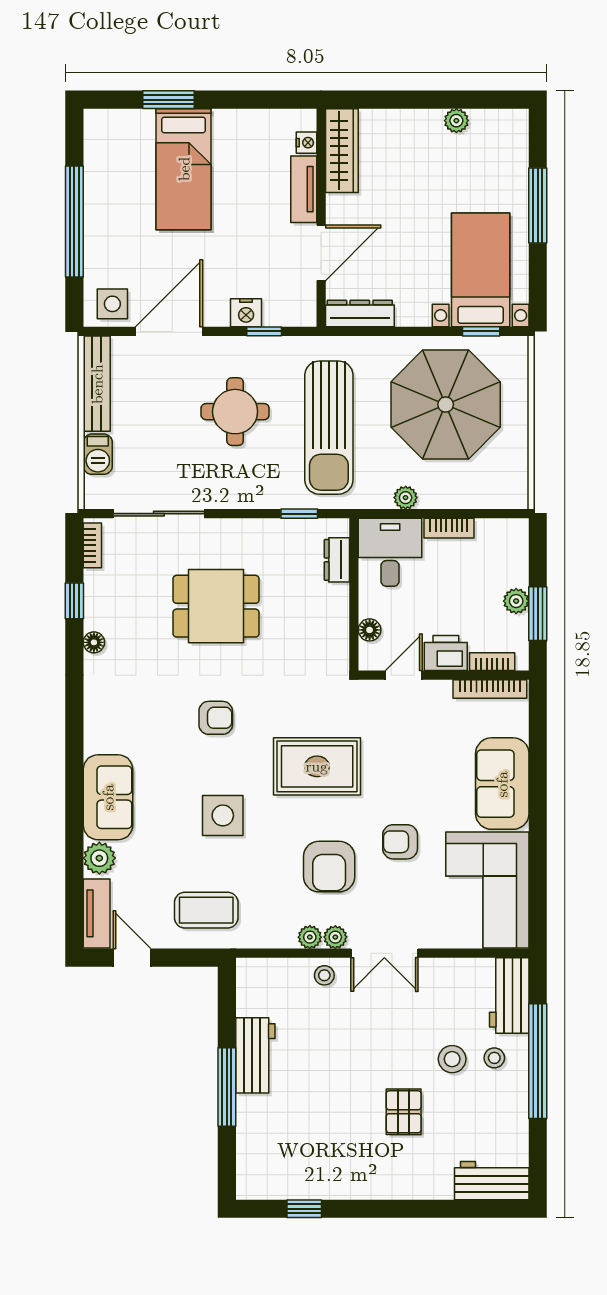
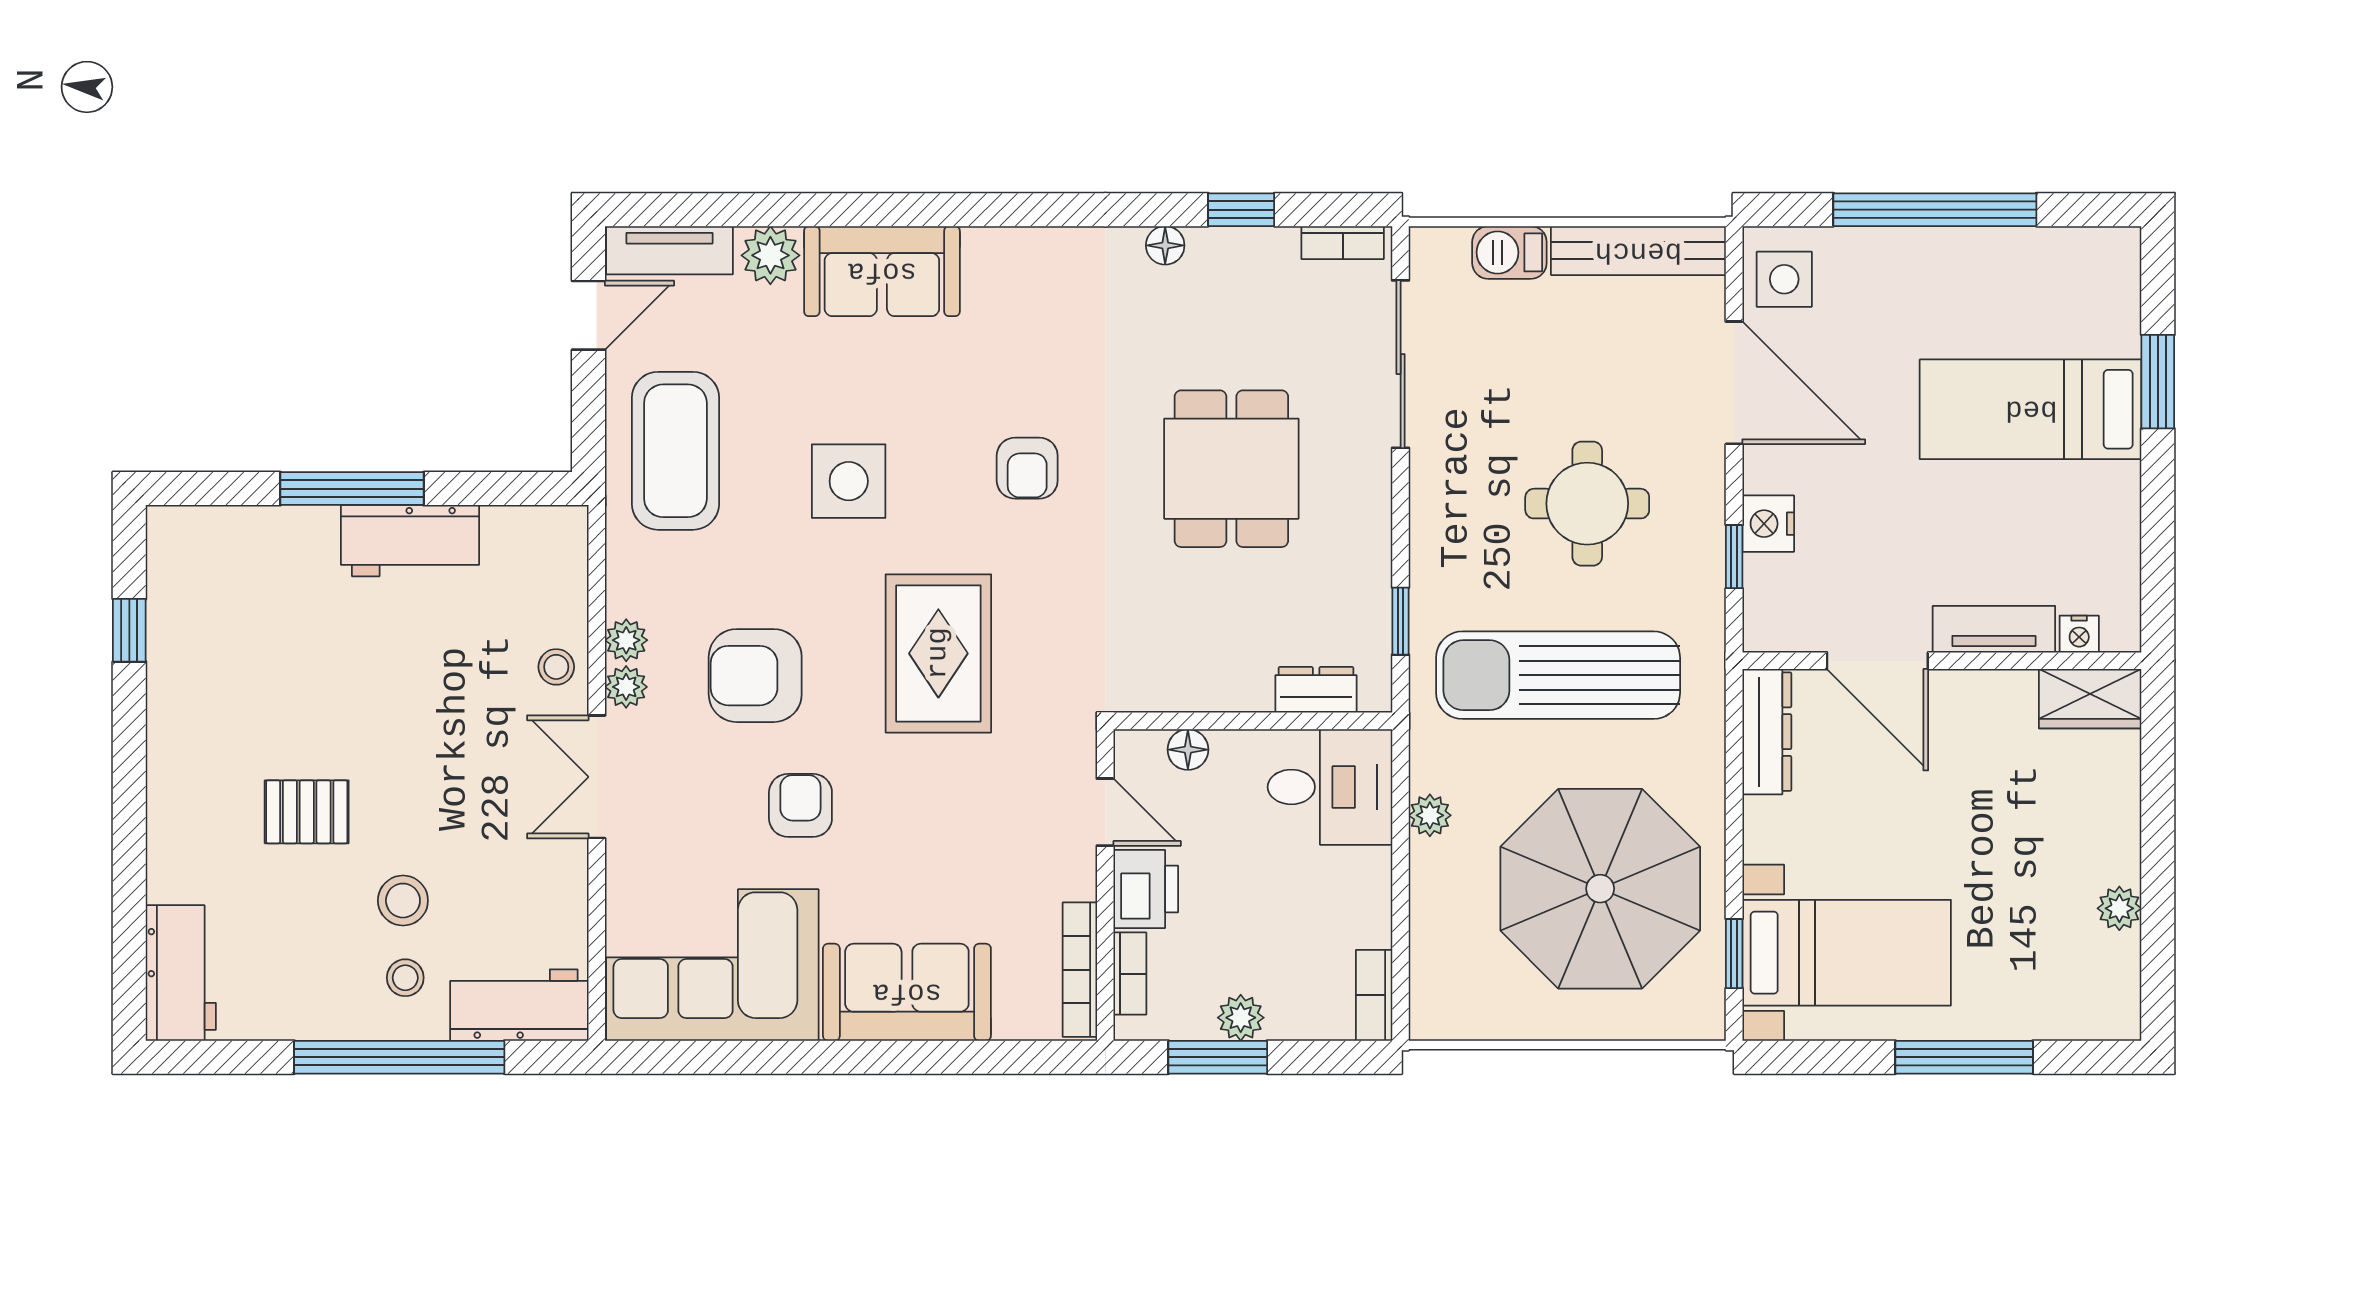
wardrobe: (342, 151) -> (2090, 699), width x0.67
bookcase: (449, 528) -> (1374, 995), moved
coffee table: (206, 910) -> (675, 451), width x1.36, depth x1.32

